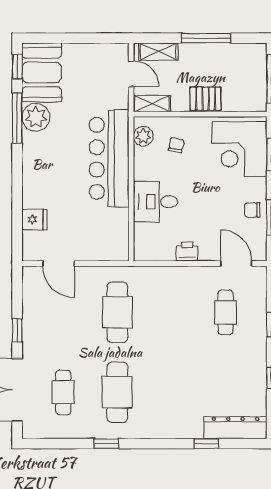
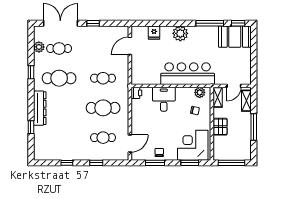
plant: (36, 117) -> (180, 33), moved
printer: (187, 252) -> (136, 93), moved
cafe table: (117, 312) -> (103, 78), width x0.73, depth x0.74
cafe table: (171, 312) -> (103, 108), added
dresser: (235, 428) -> (40, 108), moved
plant: (61, 429) -> (39, 47), added

